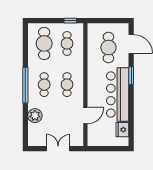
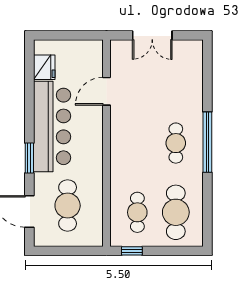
cafe table: (67, 85) -> (137, 143), removed
plant: (35, 116) -> (191, 91), removed

